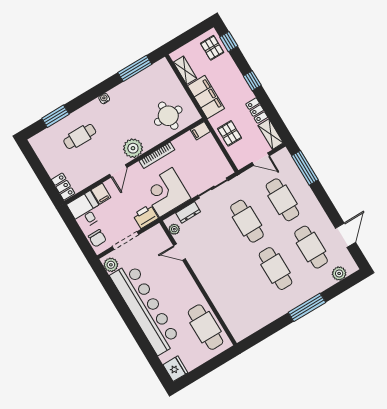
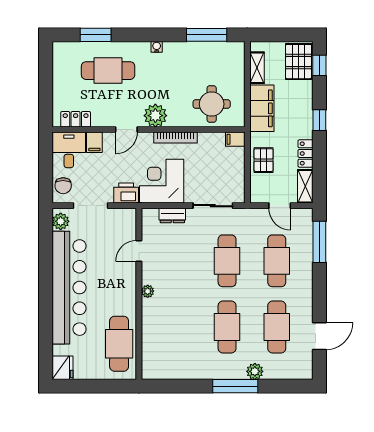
pallet: (212, 48) -> (299, 62), width x1.50, depth x1.42
cafe table: (80, 136) -> (108, 71), width x1.37, depth x1.35
locker: (63, 187) -> (76, 119), moved, turned -90
plant: (174, 229) -> (148, 291), moved
door: (180, 252) -> (139, 251), hinge flipped
plant: (339, 273) -> (255, 371), moved

